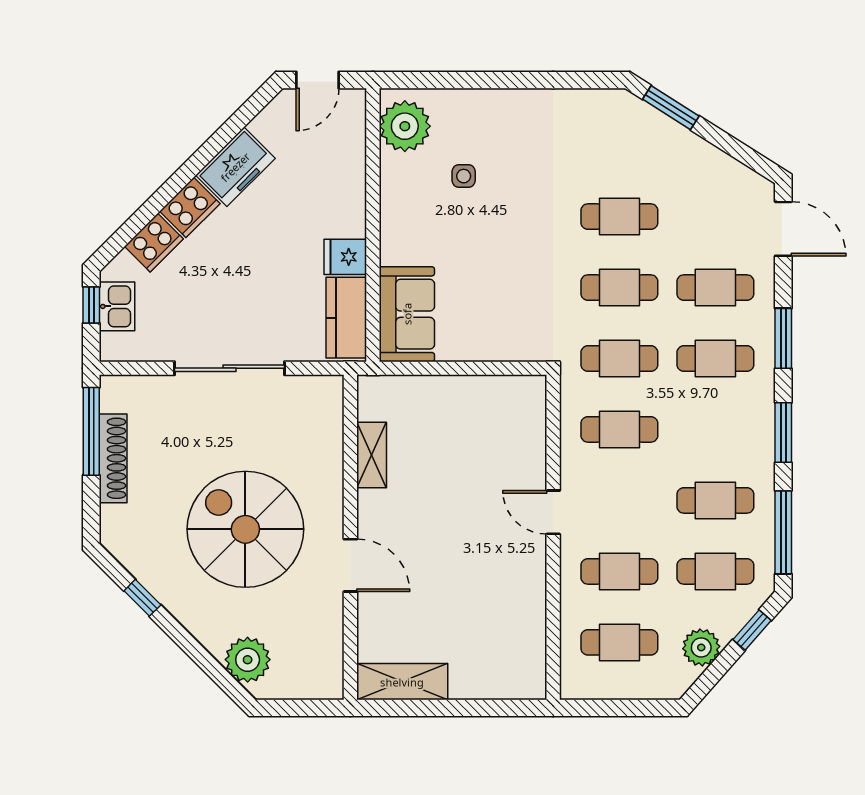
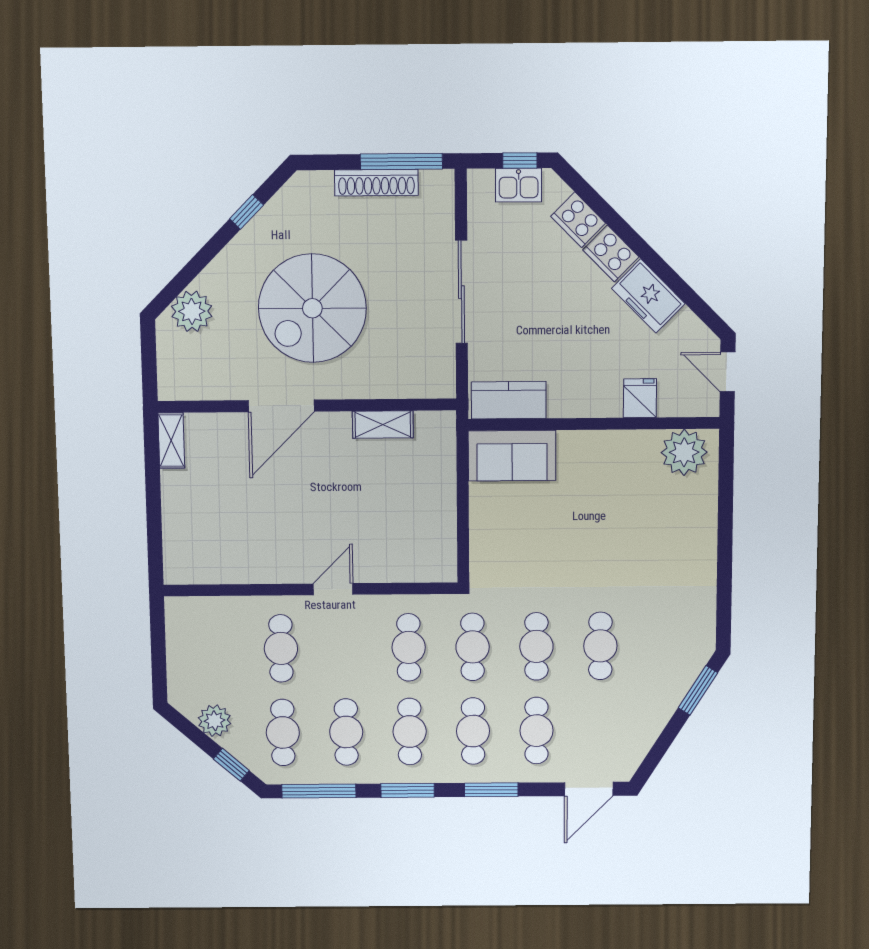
side table: (464, 176) -> (638, 506), removed
fridge: (345, 257) -> (640, 398), moved
spiral stairs: (245, 529) -> (312, 308), turned 180
door: (350, 565) -> (281, 406), width x1.36
cafe table: (619, 642) -> (410, 732), moved
shelving: (402, 682) -> (171, 440), width x0.67, depth x0.75

